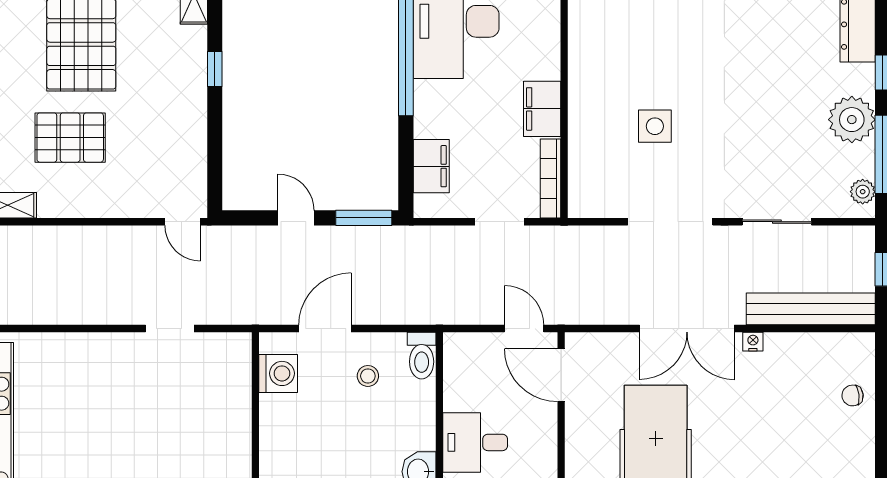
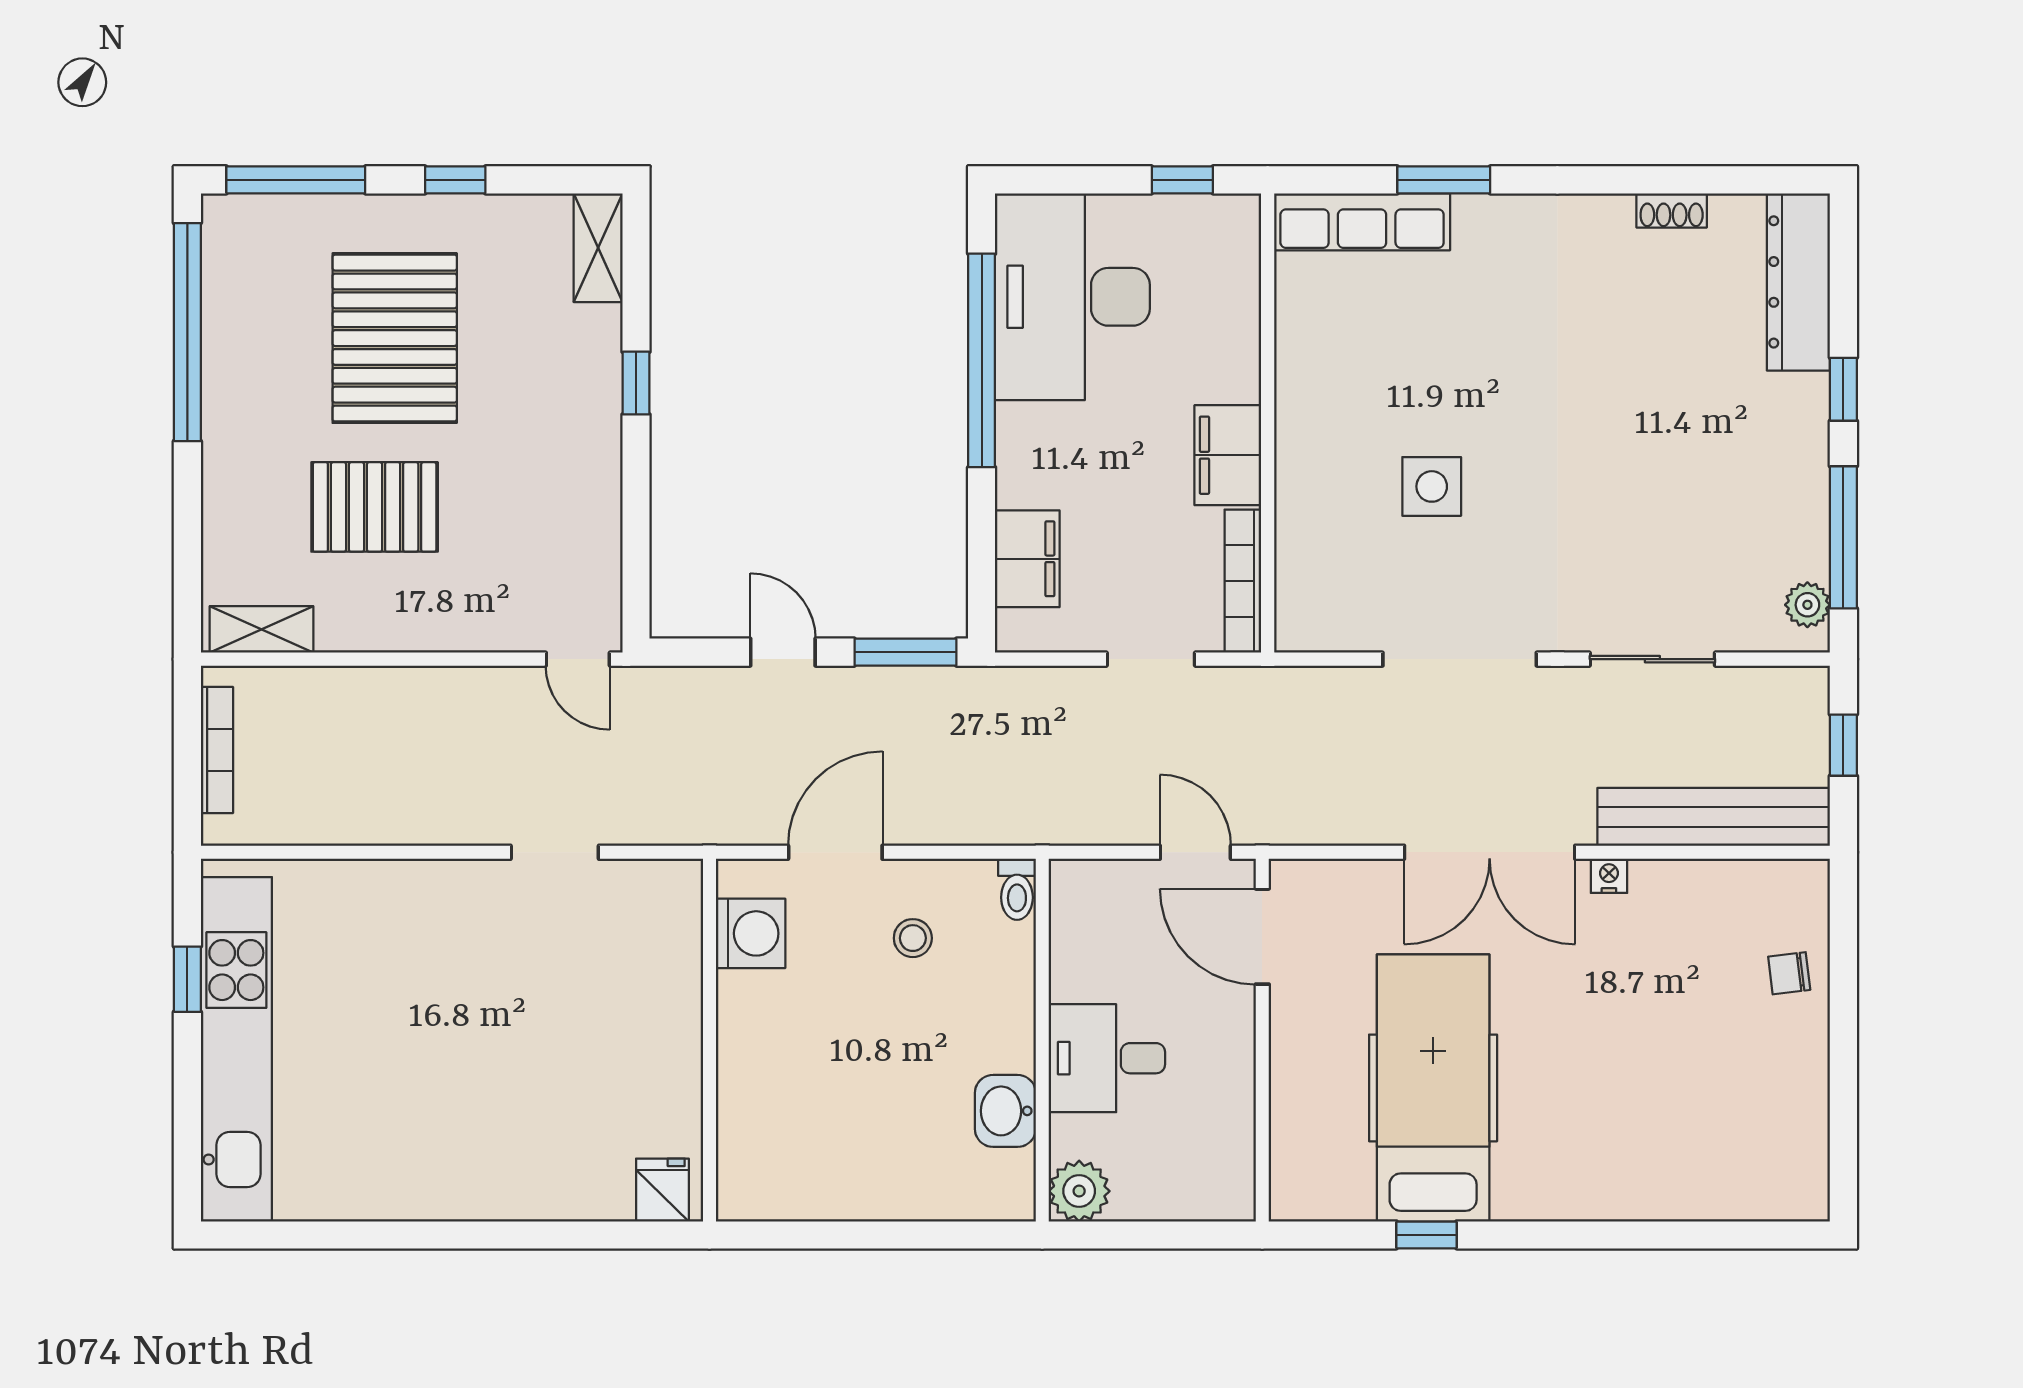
plant: (852, 120) -> (1788, 474), removed
toilet: (422, 356) -> (1017, 889), width x0.73, depth x0.72

